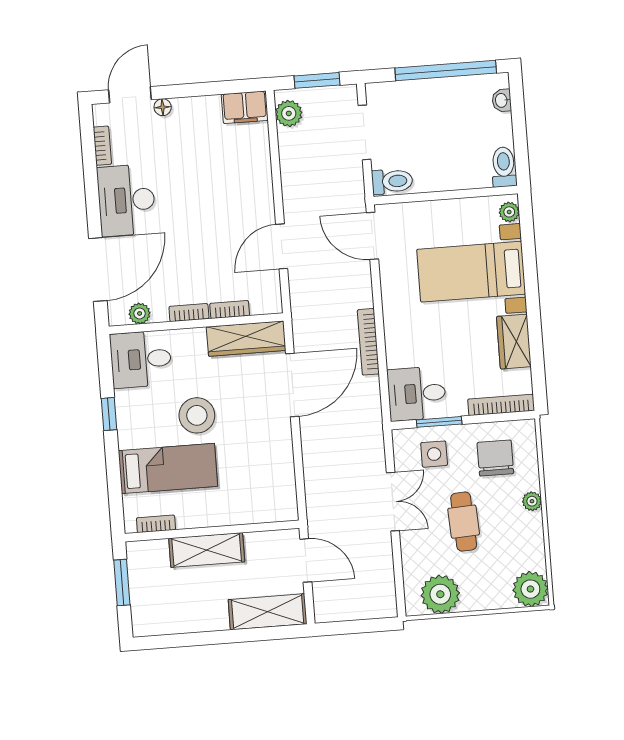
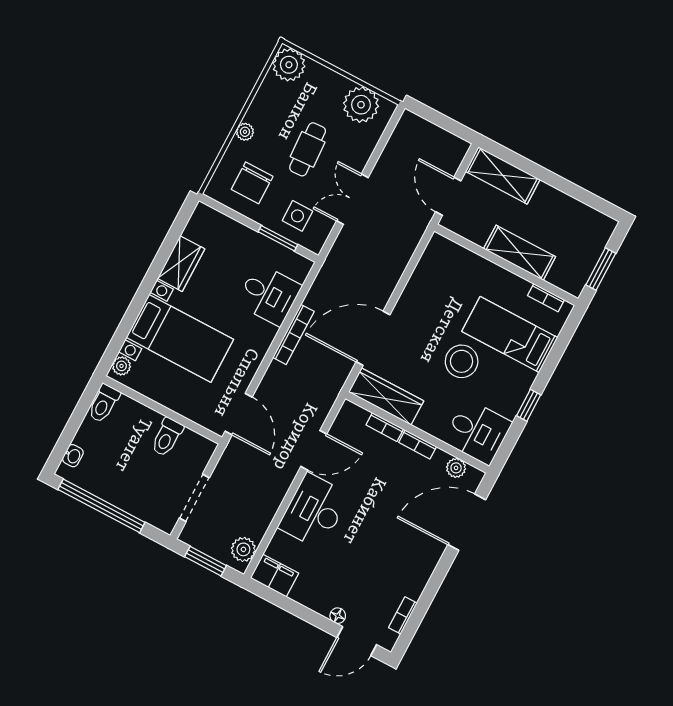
toilet: (392, 181) -> (167, 437), moved, turned -90
desk: (126, 200) -> (314, 511), moved, turned 180
desk: (417, 394) -> (269, 295), moved
bookcase: (501, 405) -> (222, 221), removed

